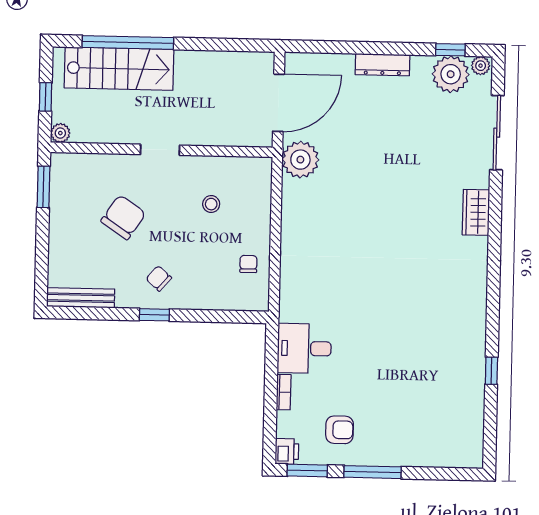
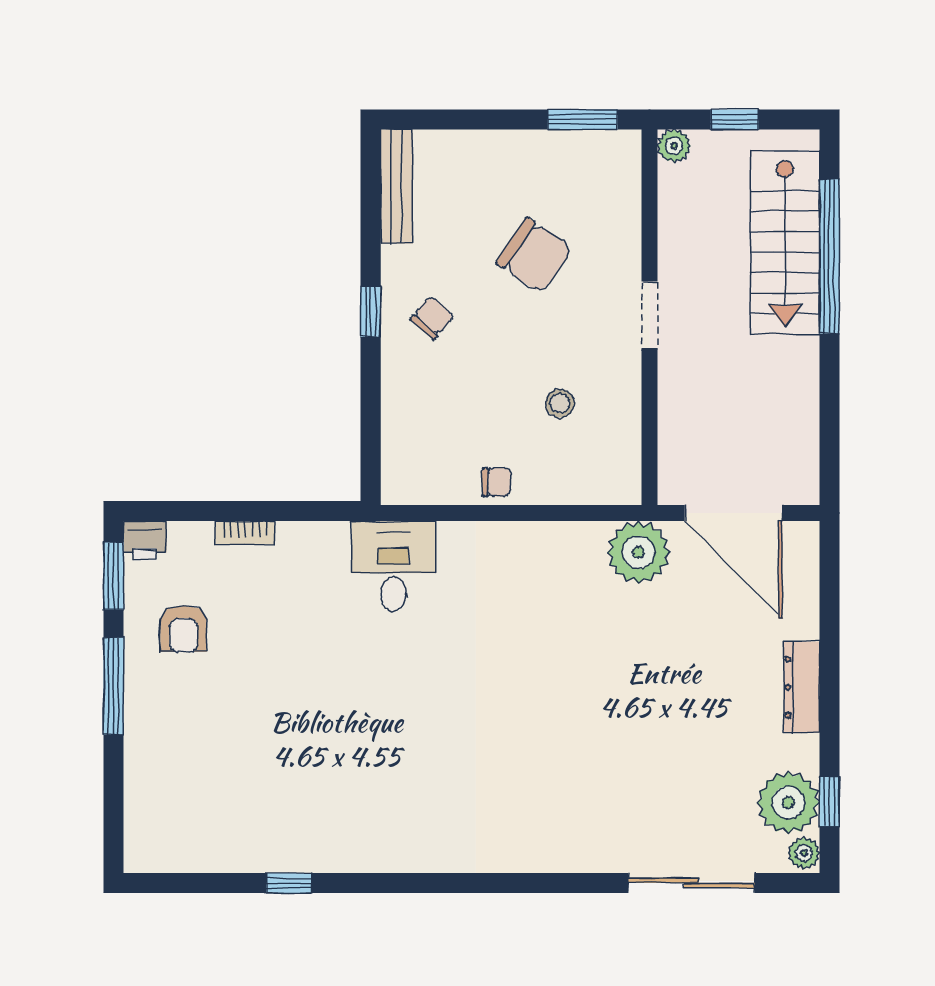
wardrobe: (476, 212) -> (556, 851), removed
chair: (248, 264) -> (496, 482), moved
desk: (304, 348) -> (393, 566), moved

